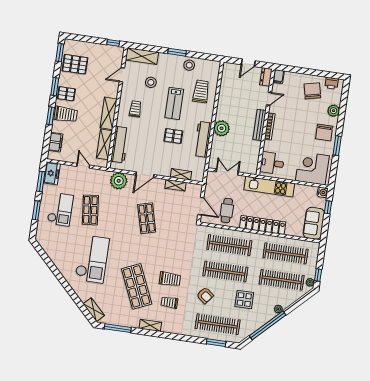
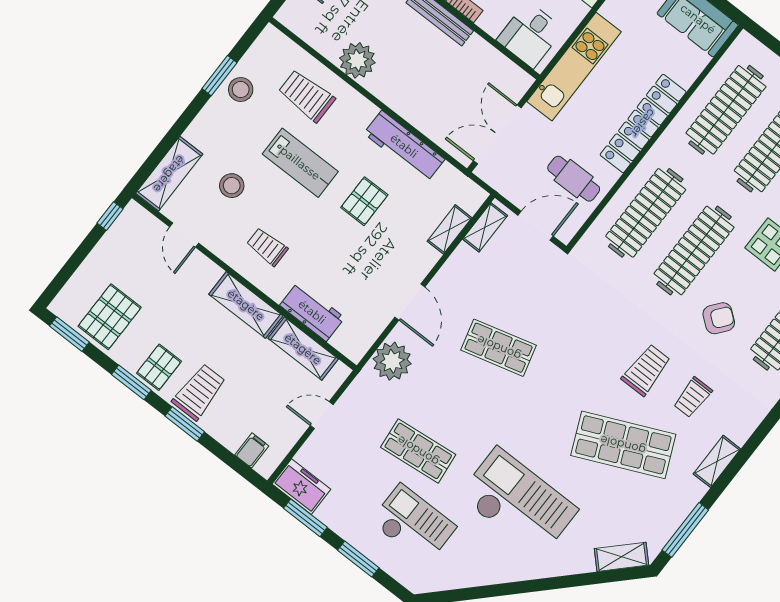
window: (177, 52) -> (219, 76), moved
plant: (222, 128) -> (357, 60), moved
filing cabinet: (55, 142) -> (252, 450), width x0.50
workbench: (120, 145) -> (312, 312), width x0.73
double door: (227, 172) -> (497, 134), width x1.37
shelving: (176, 185) -> (485, 227), moved
checkout: (60, 209) -> (413, 524), moved

